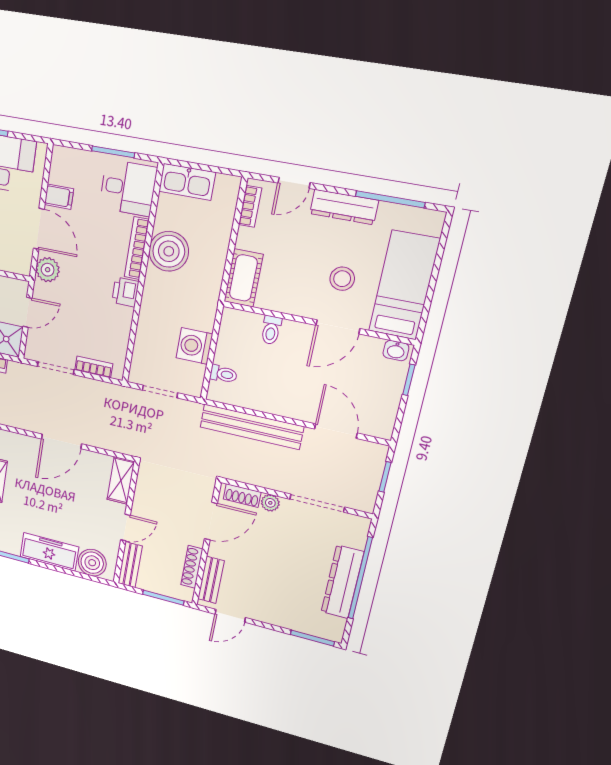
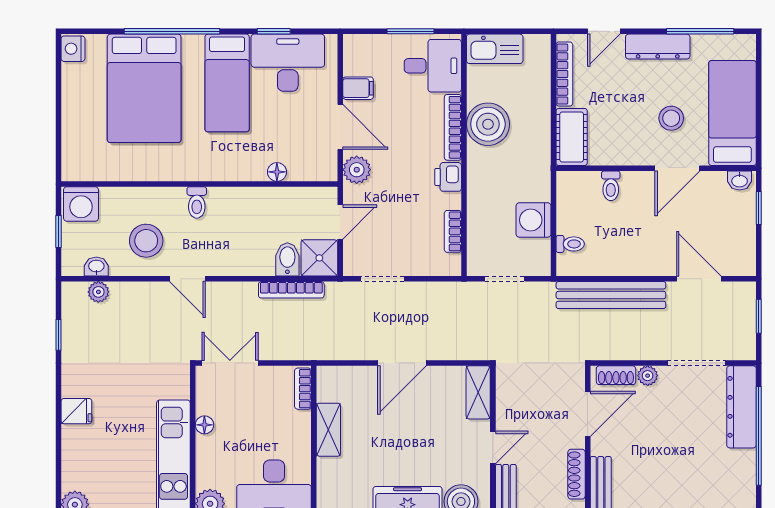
bookcase: (250, 206) -> (564, 74), width x1.56
bookcase: (94, 367) -> (453, 231), moved, turned -90
dresser: (342, 582) -> (741, 407), moved

